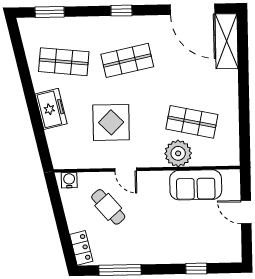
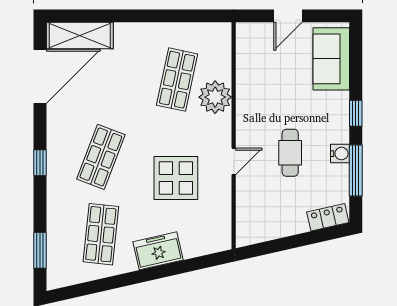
shop shelf: (127, 60) -> (101, 157), turned 33
water cooler: (69, 180) -> (340, 154), moved, turned 180
sofa: (196, 185) -> (331, 59), moved, turned 180
cafe table: (108, 207) -> (290, 153), moved, turned -49
window: (196, 269) -> (356, 113), moved

